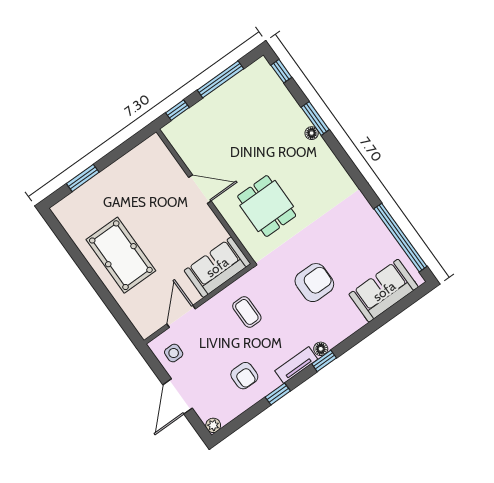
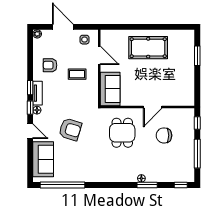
chair: (228, 145) -> (164, 135), added
dining table: (267, 206) -> (122, 133), turned 90
armchair: (314, 283) -> (70, 129), turned -73
coffee table: (247, 312) -> (77, 74), moved
door: (357, 337) -> (30, 131), added
window: (278, 394) -> (30, 88), moved

